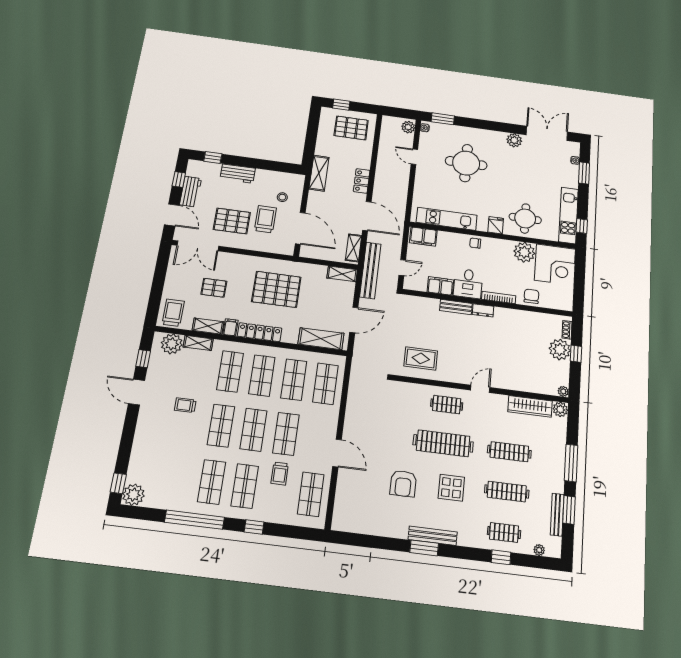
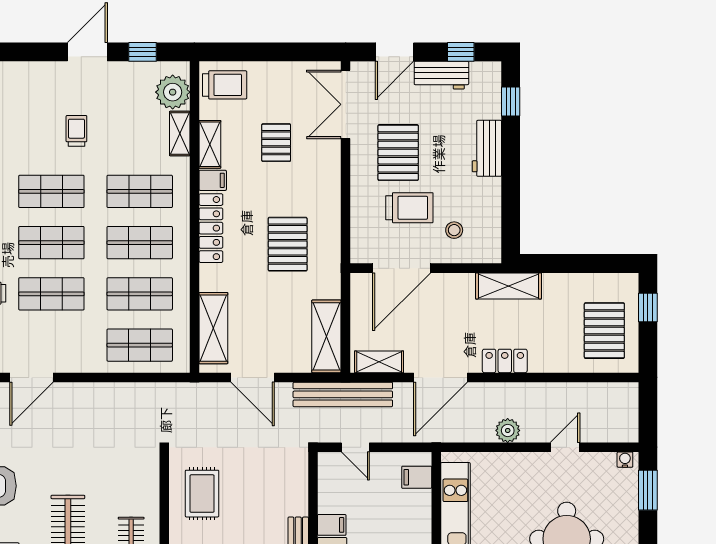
plant: (408, 127) -> (508, 430), moved
filing cabinet: (423, 237) -> (417, 477), width x0.50
shelving: (342, 274) -> (326, 336), width x1.50, depth x1.33
filing cabinet: (440, 286) -> (332, 525), width x0.50
pallet: (276, 289) -> (288, 244), width x0.73, depth x0.71

